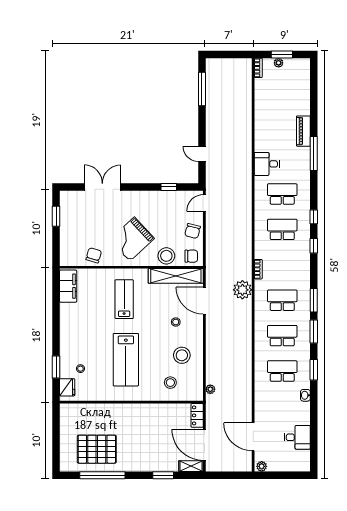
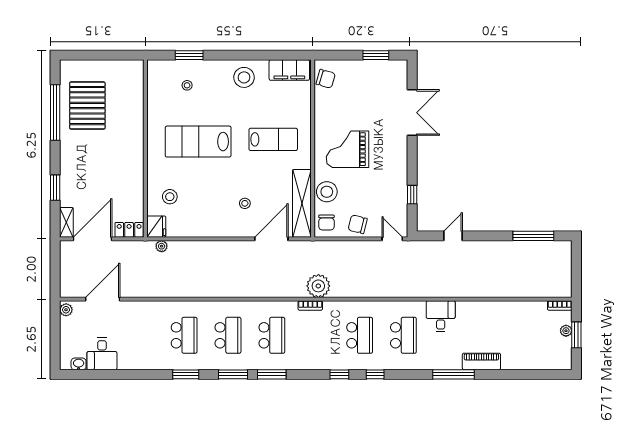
grand piano: (132, 239) -> (348, 149), turned -47
chair: (94, 255) -> (326, 79), moved
plant: (242, 290) -> (318, 286), moved
stool: (182, 355) -> (244, 77), moved
fridge: (67, 387) -> (156, 227), moved, turned -90
washbasin: (305, 395) -> (79, 364), moved

